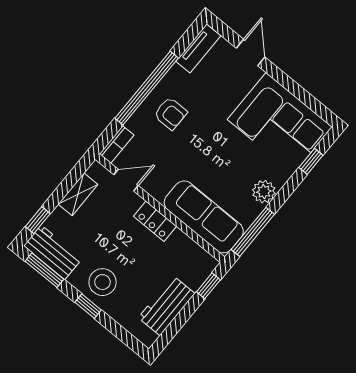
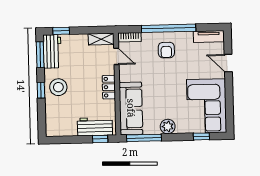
door: (251, 53) -> (228, 63), swing flipped
shelving: (78, 194) -> (101, 39), moved
workbench: (167, 306) -> (95, 127), moved

